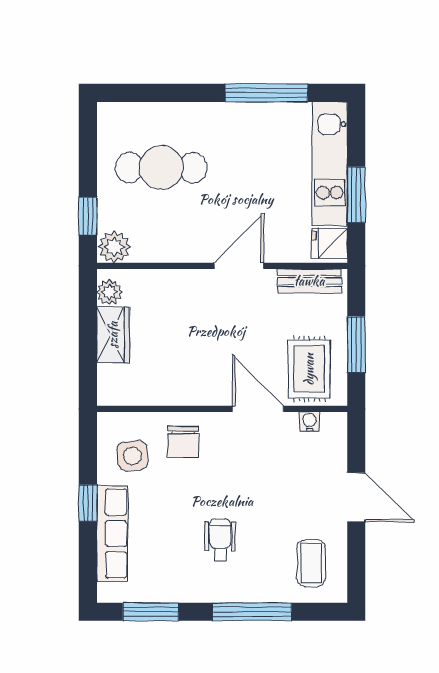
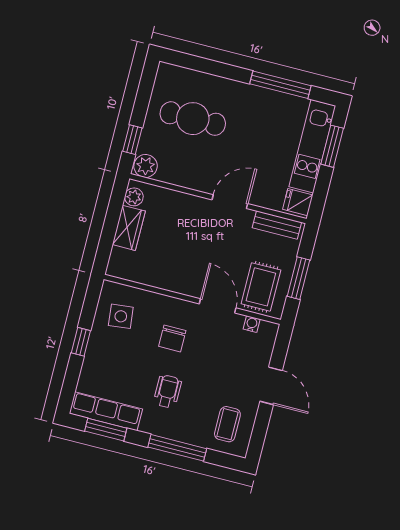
window: (356, 195) -> (332, 146), moved
chair: (183, 442) -> (172, 338), moved
row of seats: (112, 533) -> (106, 411), moved, turned -90

